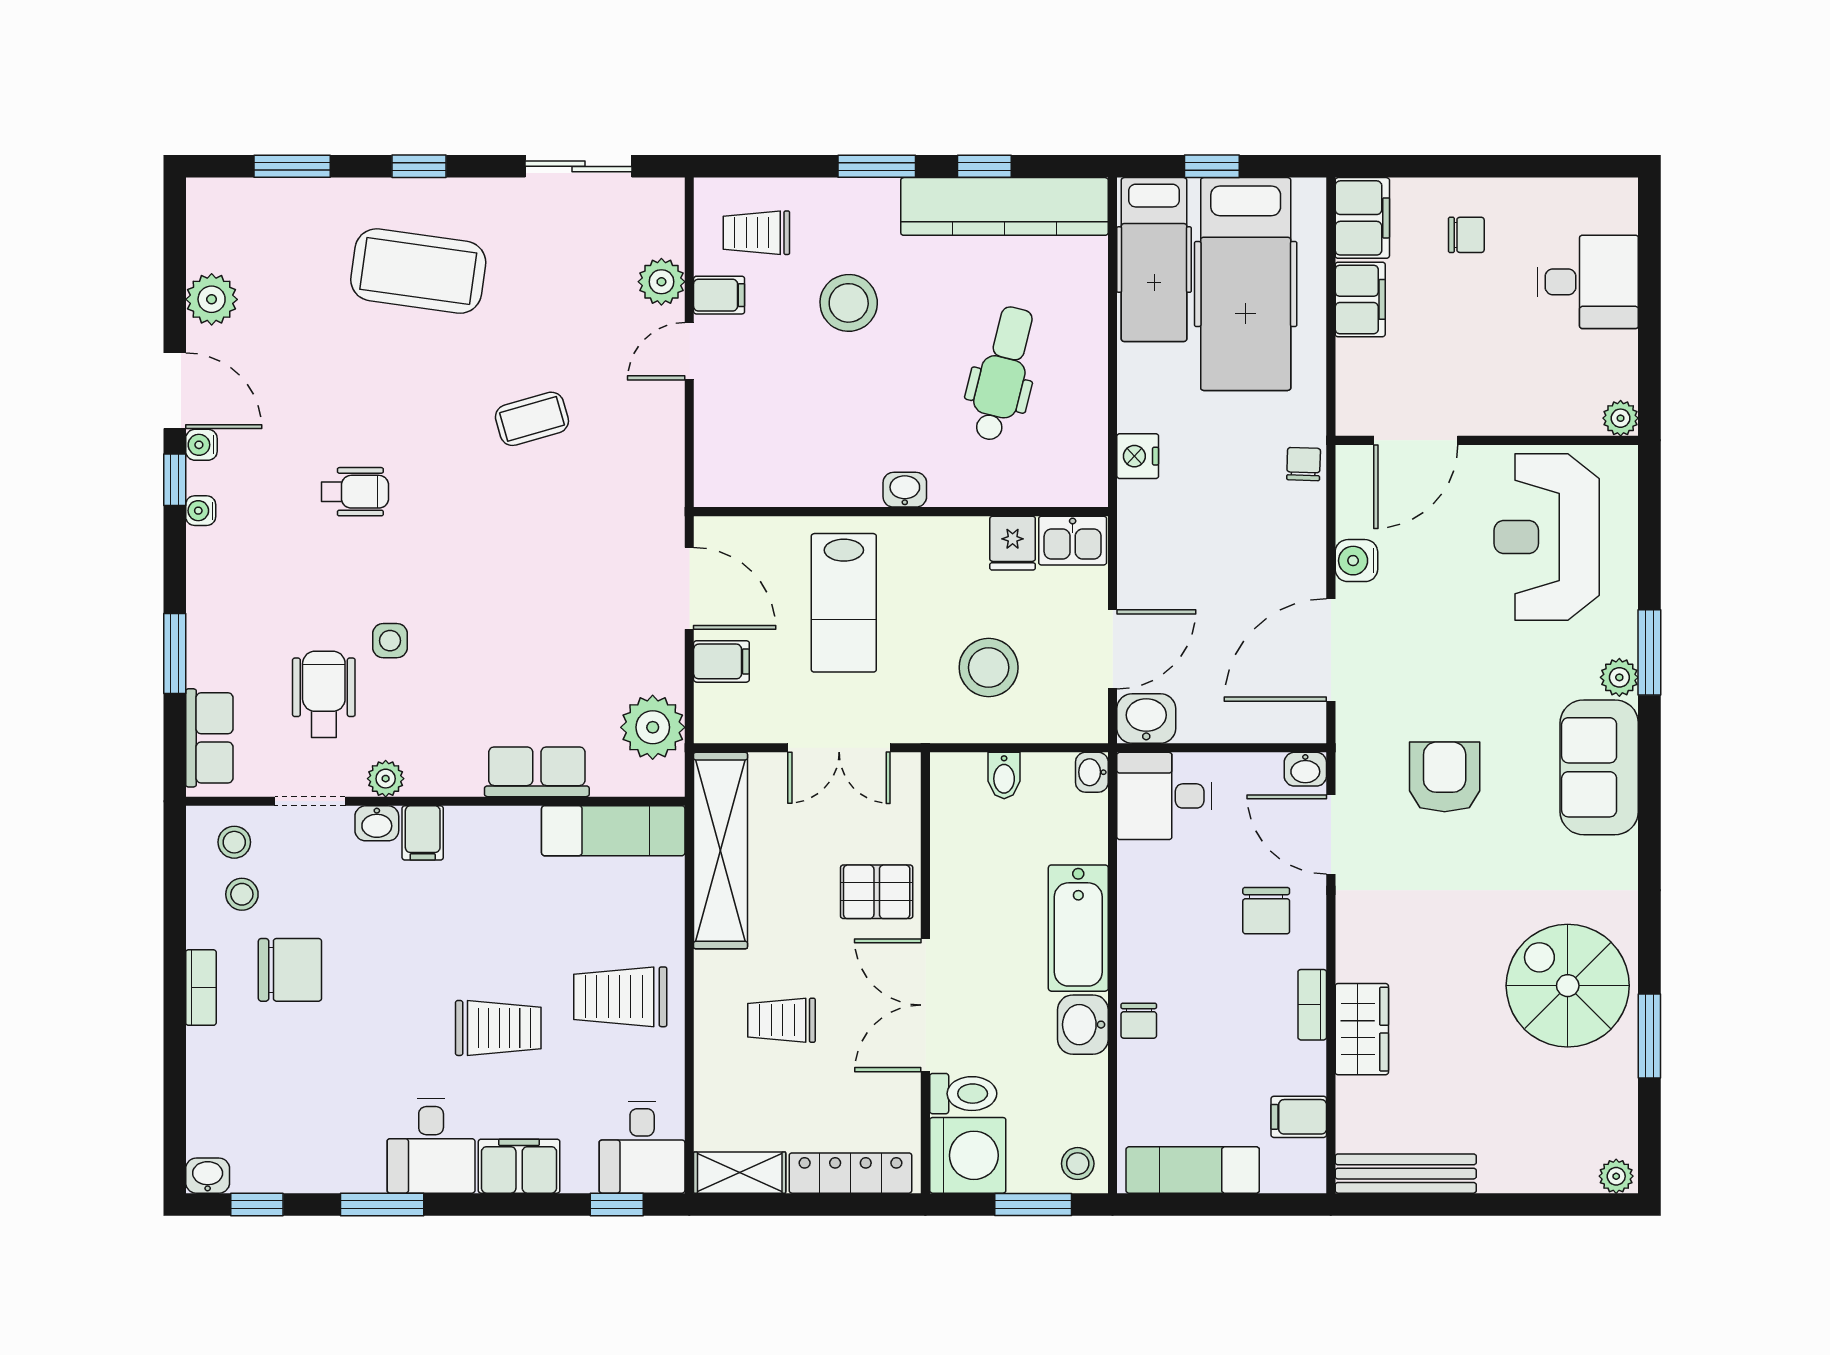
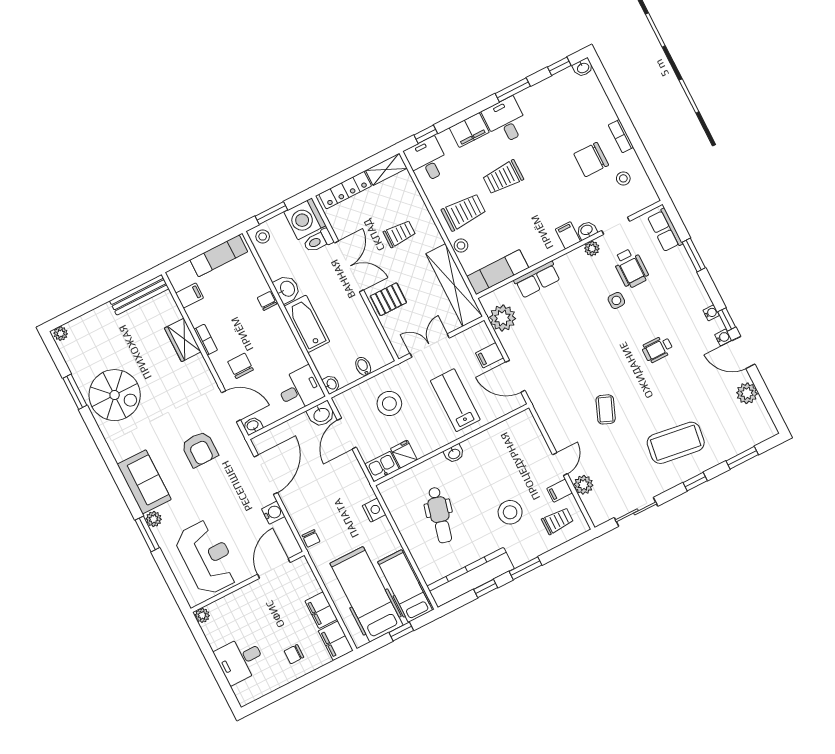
coffee table: (532, 419) -> (606, 409), turned -52
stool: (234, 842) -> (461, 246), moved

